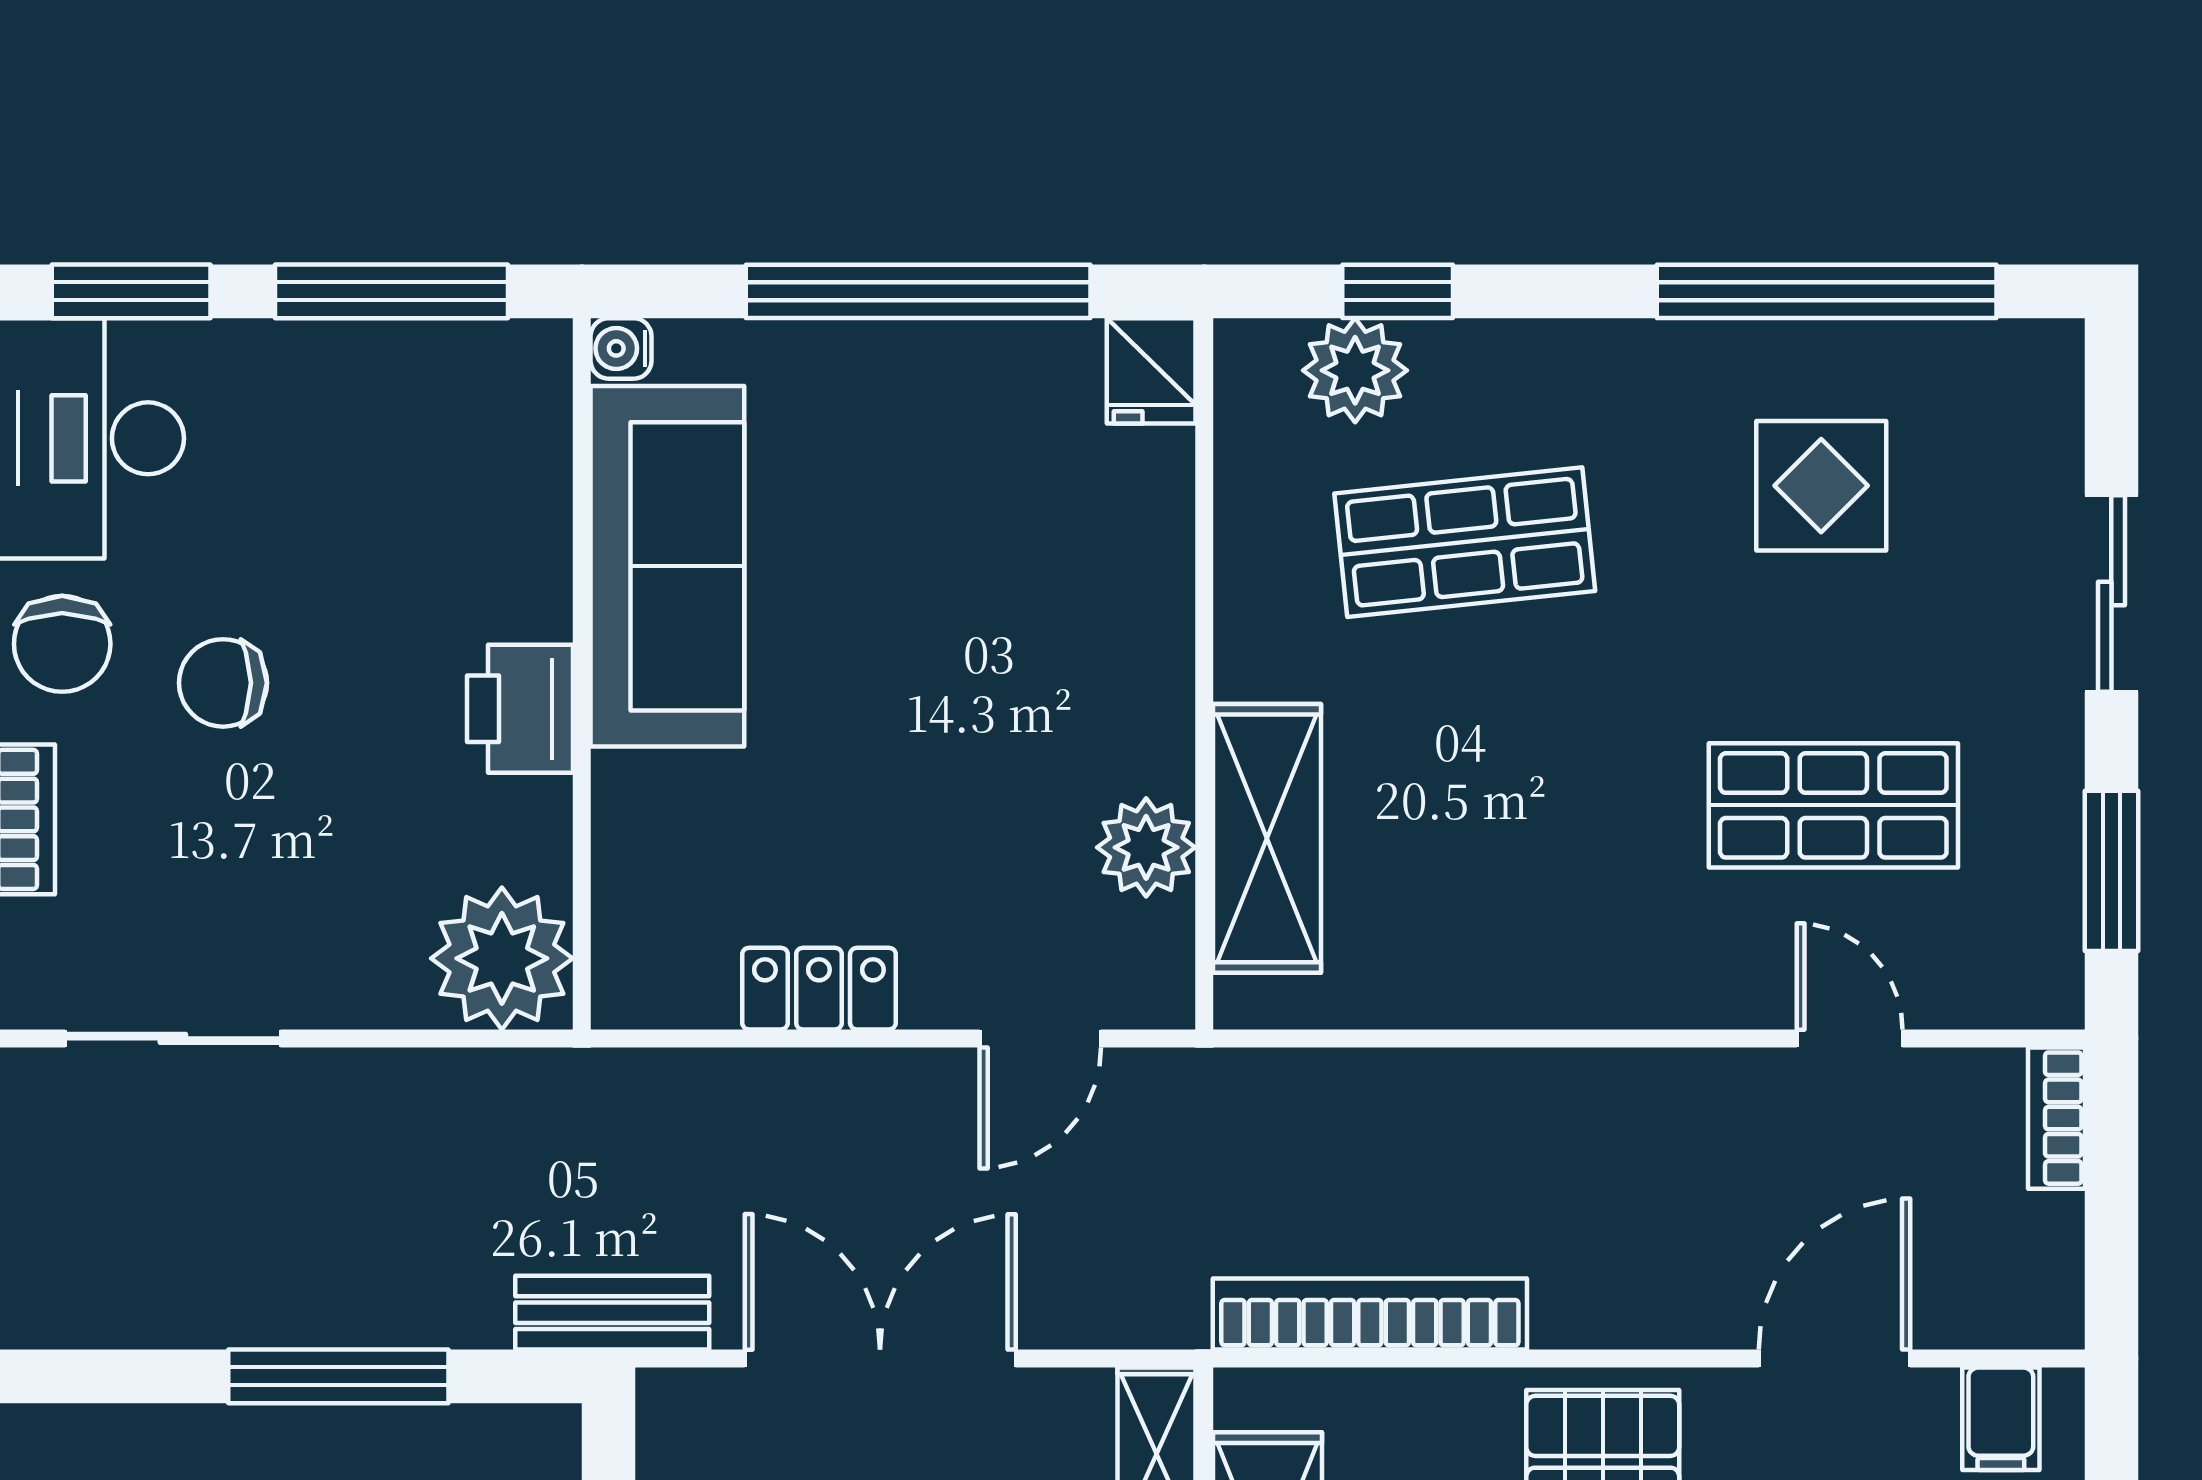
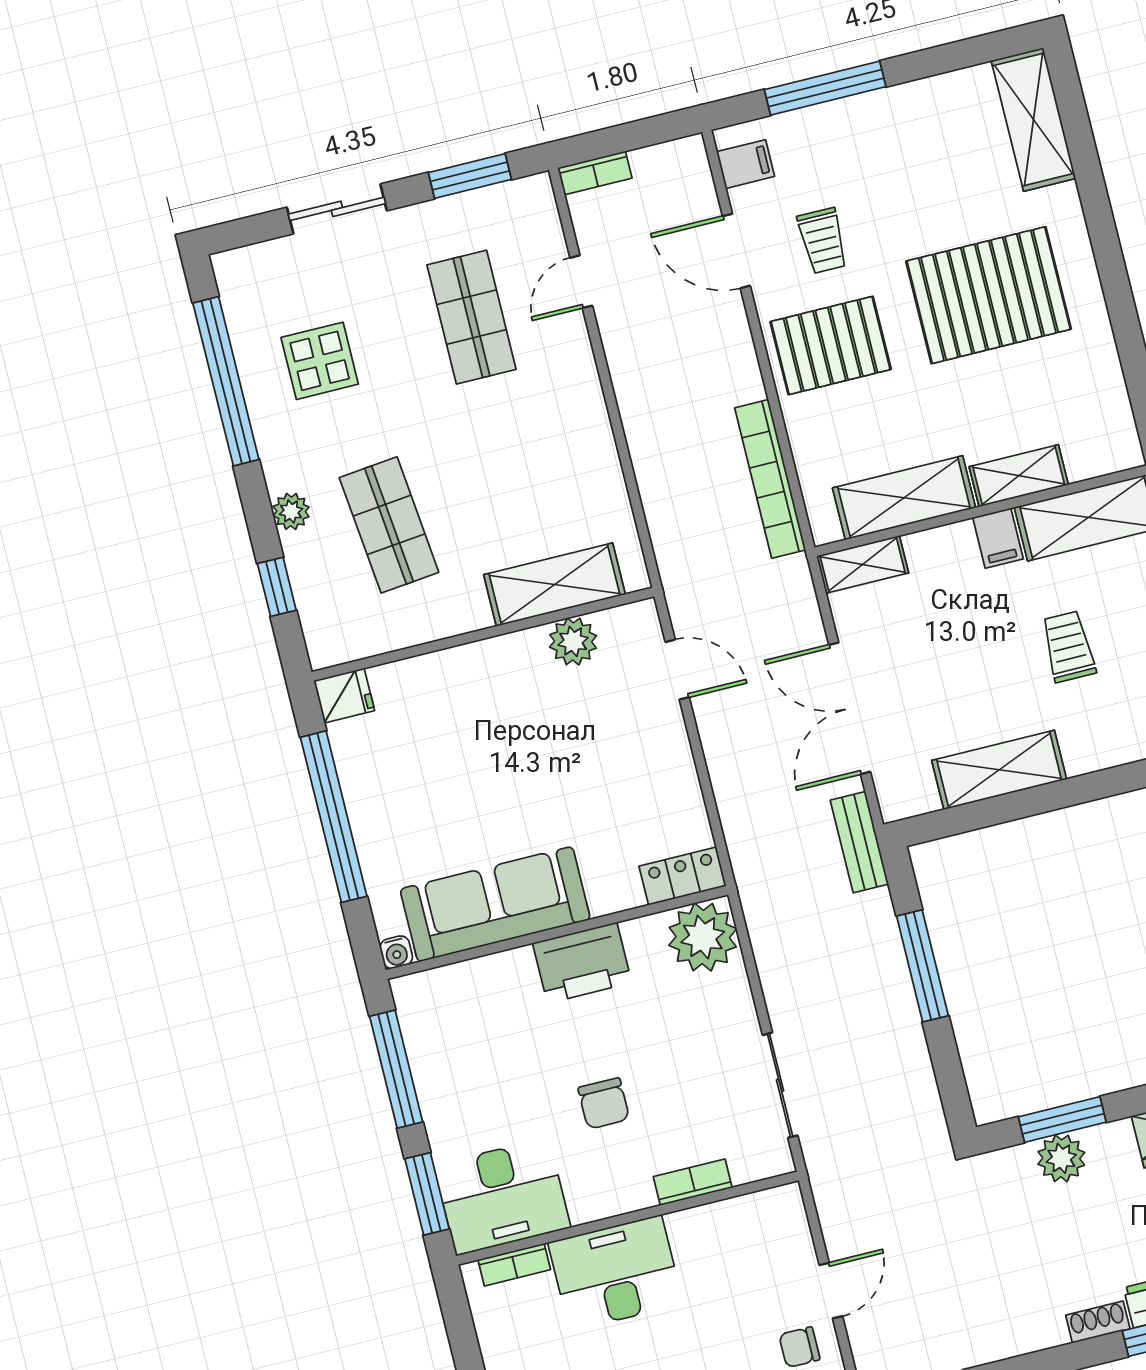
plant: (1355, 370) -> (291, 511), moved, width x0.73, depth x0.73
chair: (62, 644) -> (604, 1185), removed
printer: (520, 709) -> (582, 963), width x1.37, depth x1.19
locker: (819, 989) -> (683, 876), moved, turned 90

